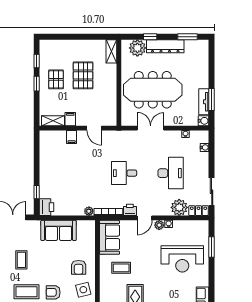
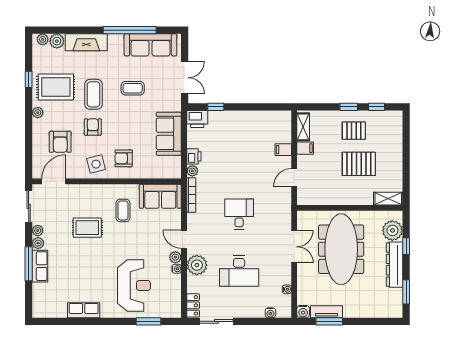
plant: (179, 207) -> (197, 265), moved
printer: (130, 210) -> (194, 156), moved
reception desk: (182, 259) -> (134, 285), turned 180

